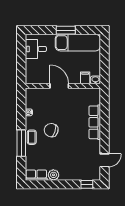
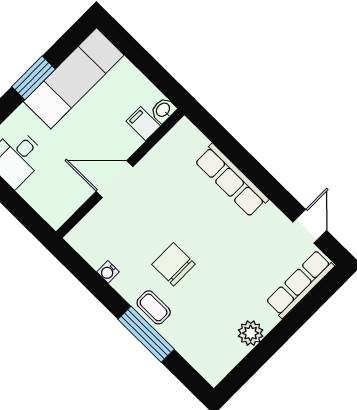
chair: (51, 130) -> (174, 264), turned 73
row of seats: (36, 175) -> (300, 284), moved, width x1.48
window: (87, 184) -> (320, 294), removed

